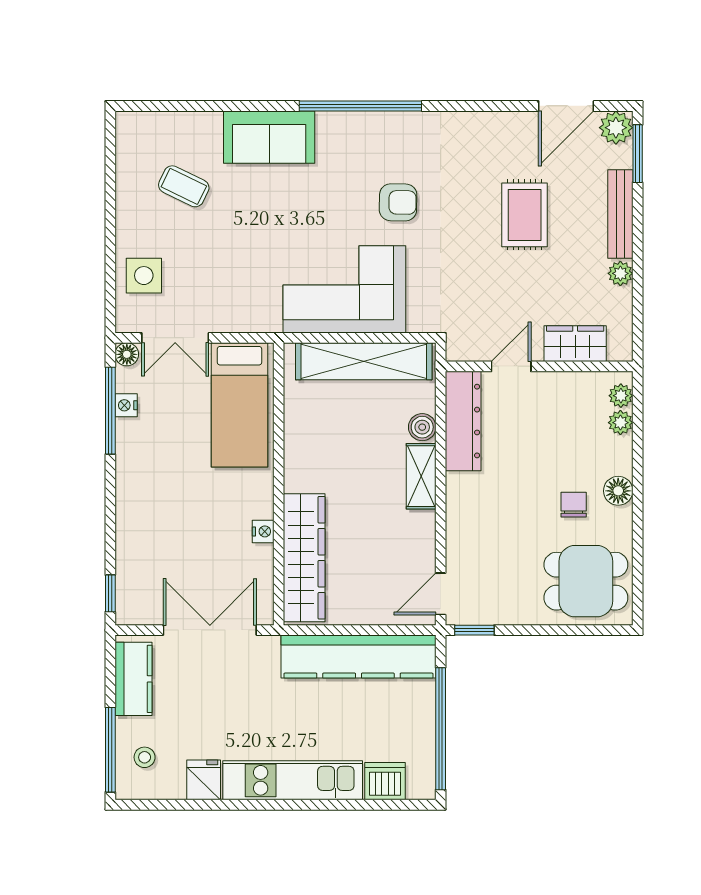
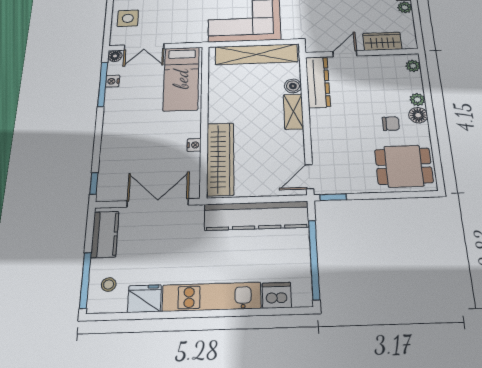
plant: (620, 423) -> (417, 100), moved
chair: (574, 505) -> (391, 124), turned 90
fridge: (204, 780) -> (144, 299), width x1.38

